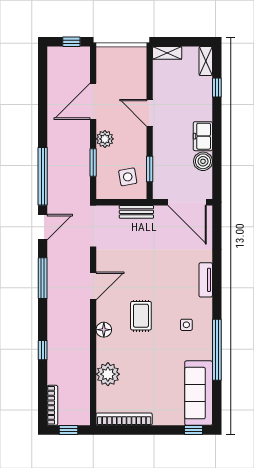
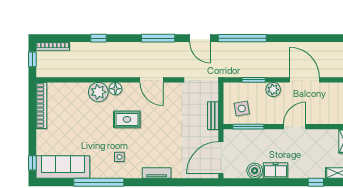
window: (150, 169) -> (248, 127), width x1.44
plant: (108, 374) -> (98, 92), moved

